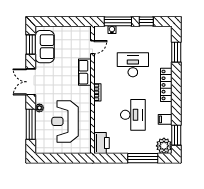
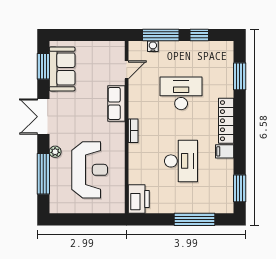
filing cabinet: (165, 119) -> (225, 151), moved
reception desk: (65, 121) -> (90, 170), turned 180
plant: (164, 146) -> (223, 203), removed

